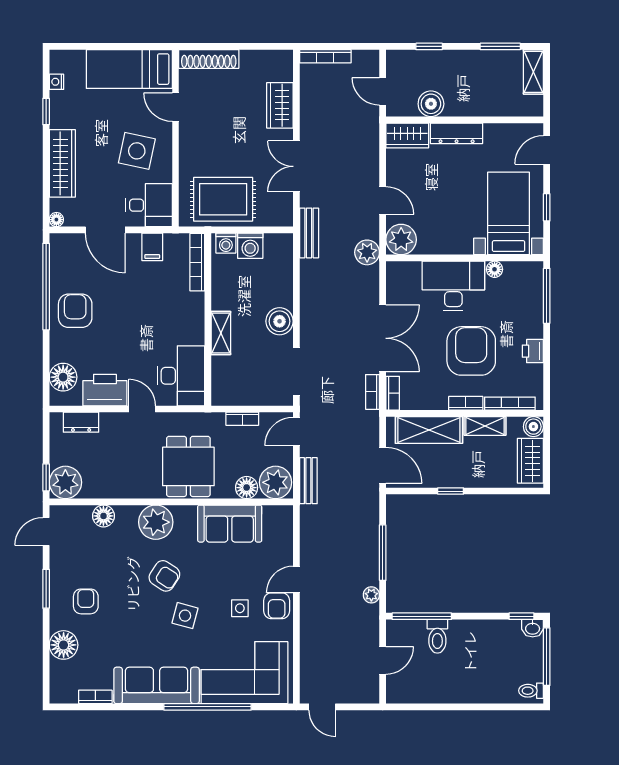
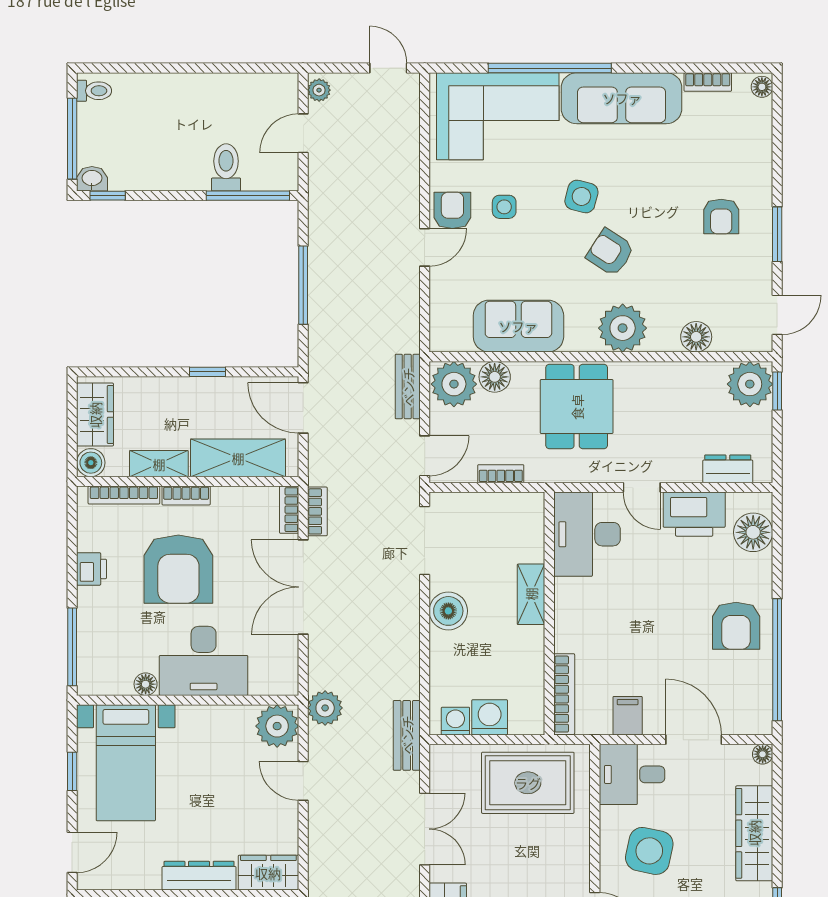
washing machine: (226, 243) -> (455, 721), moved
plant: (371, 595) -> (319, 90), moved
floor lamp: (64, 645) -> (762, 87), moved, width x0.53, depth x0.53

